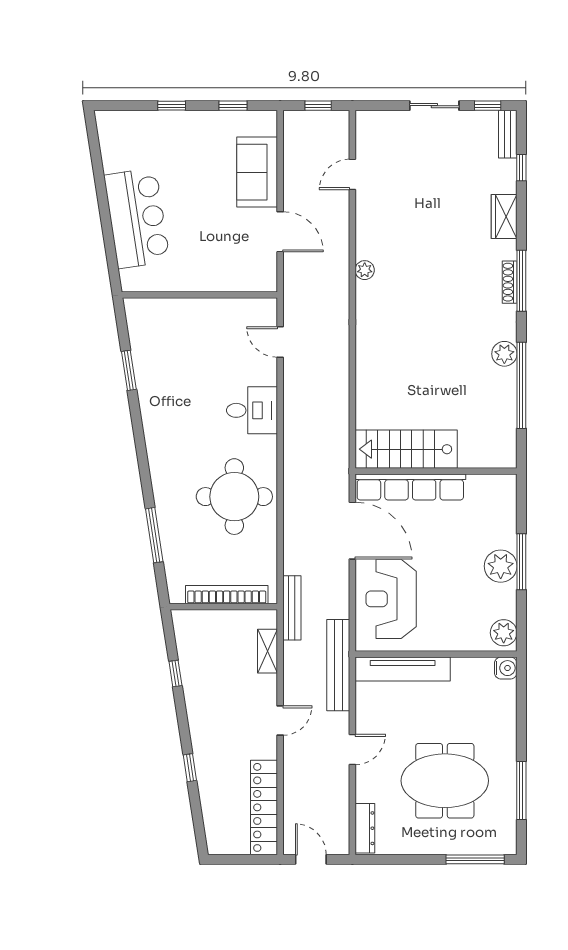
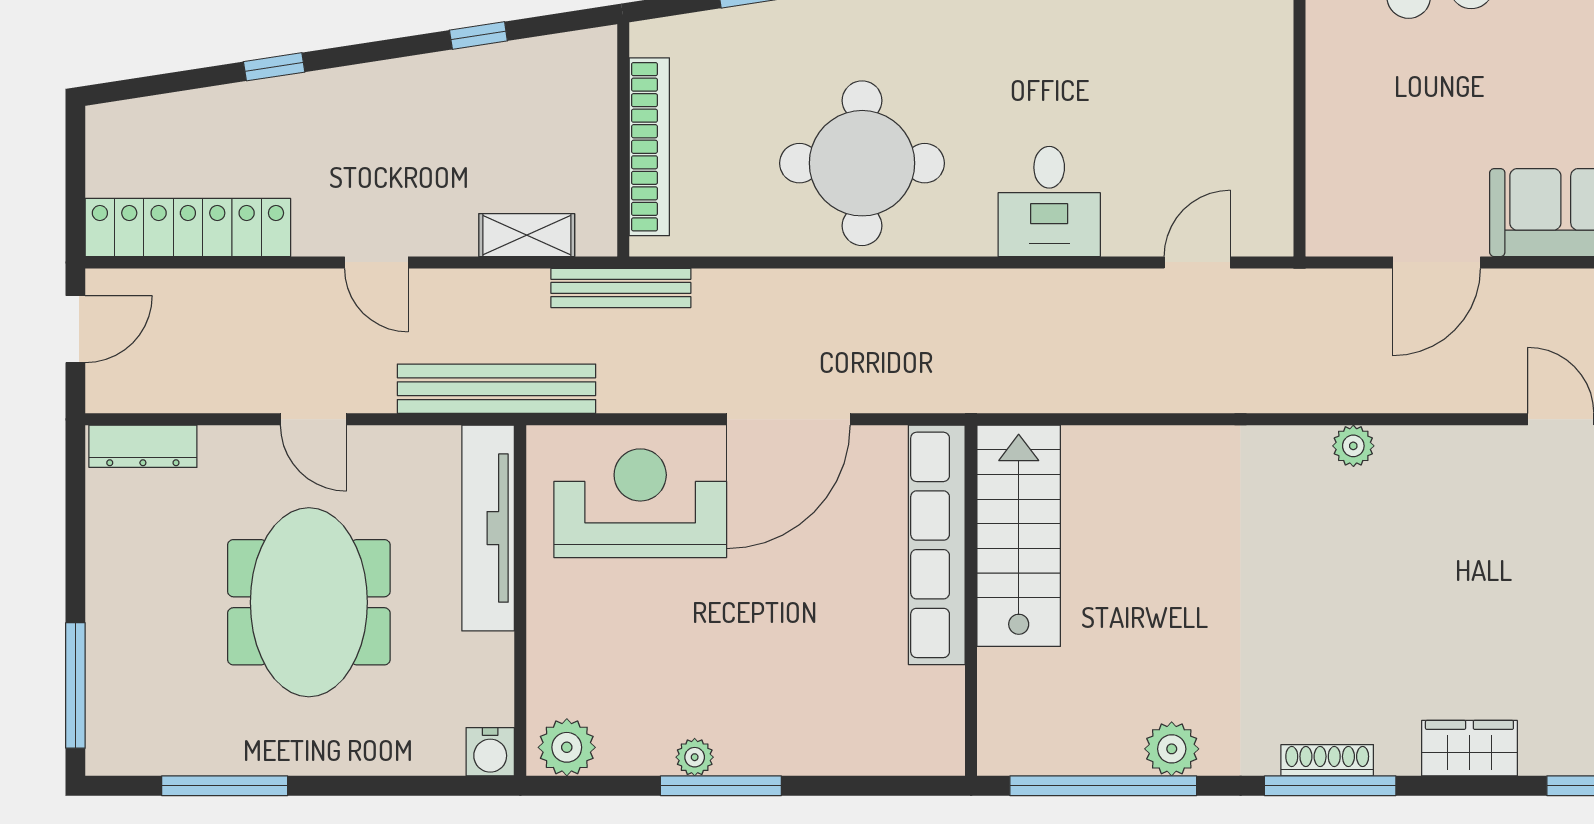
stairs: (406, 449) -> (1019, 536), moved
wall: (436, 471) -> (971, 601), moved
row of seats: (410, 487) -> (937, 545), moved
plant: (501, 566) -> (695, 757), width x0.53, depth x0.53
meeting table: (445, 781) -> (309, 602), moved

